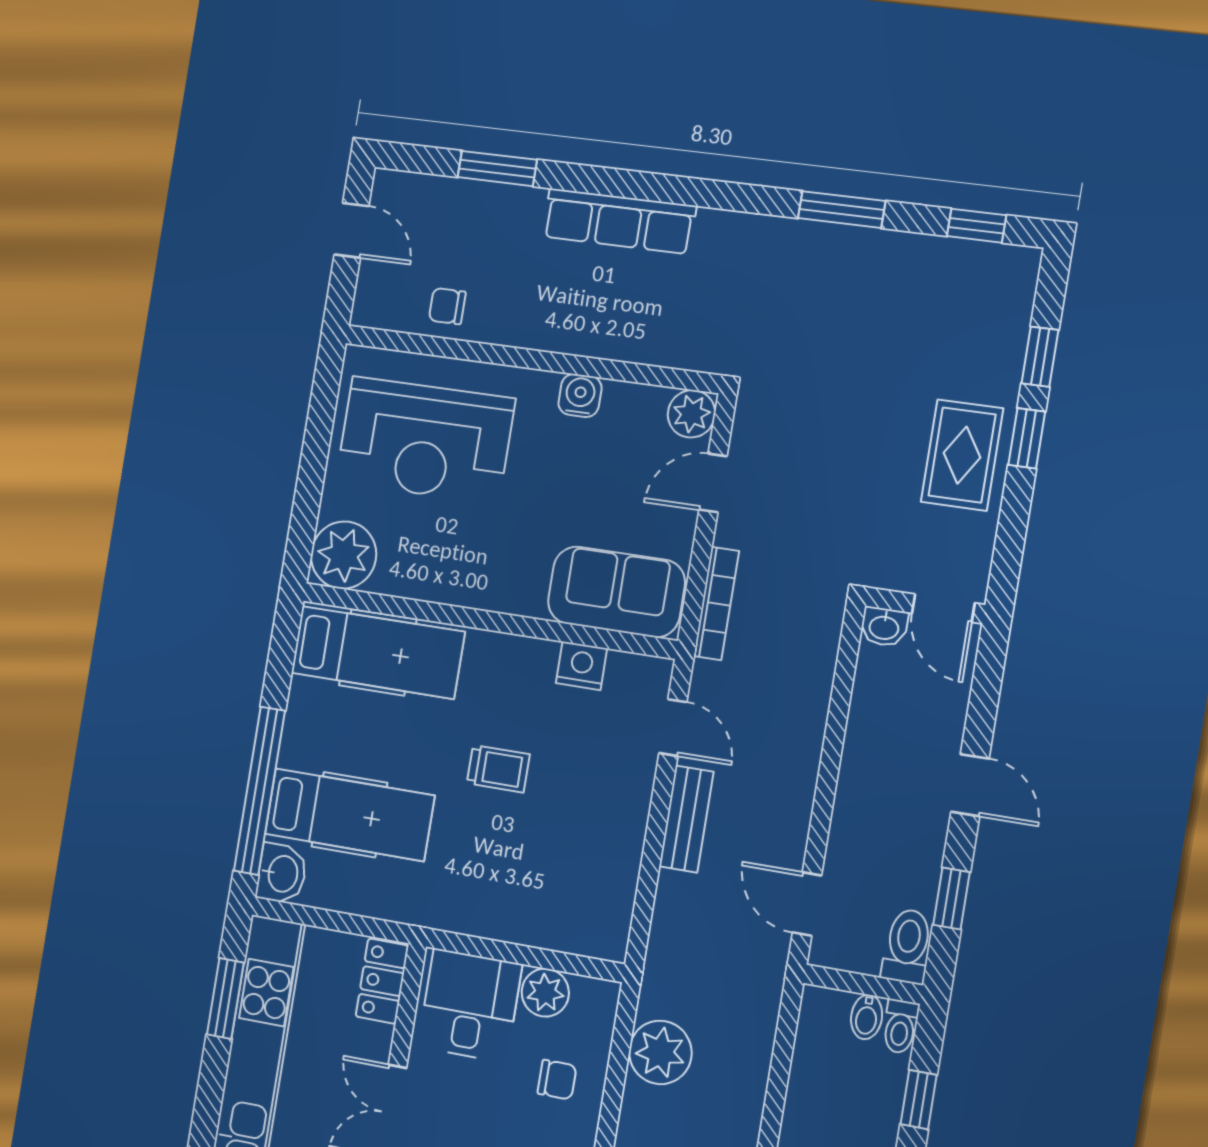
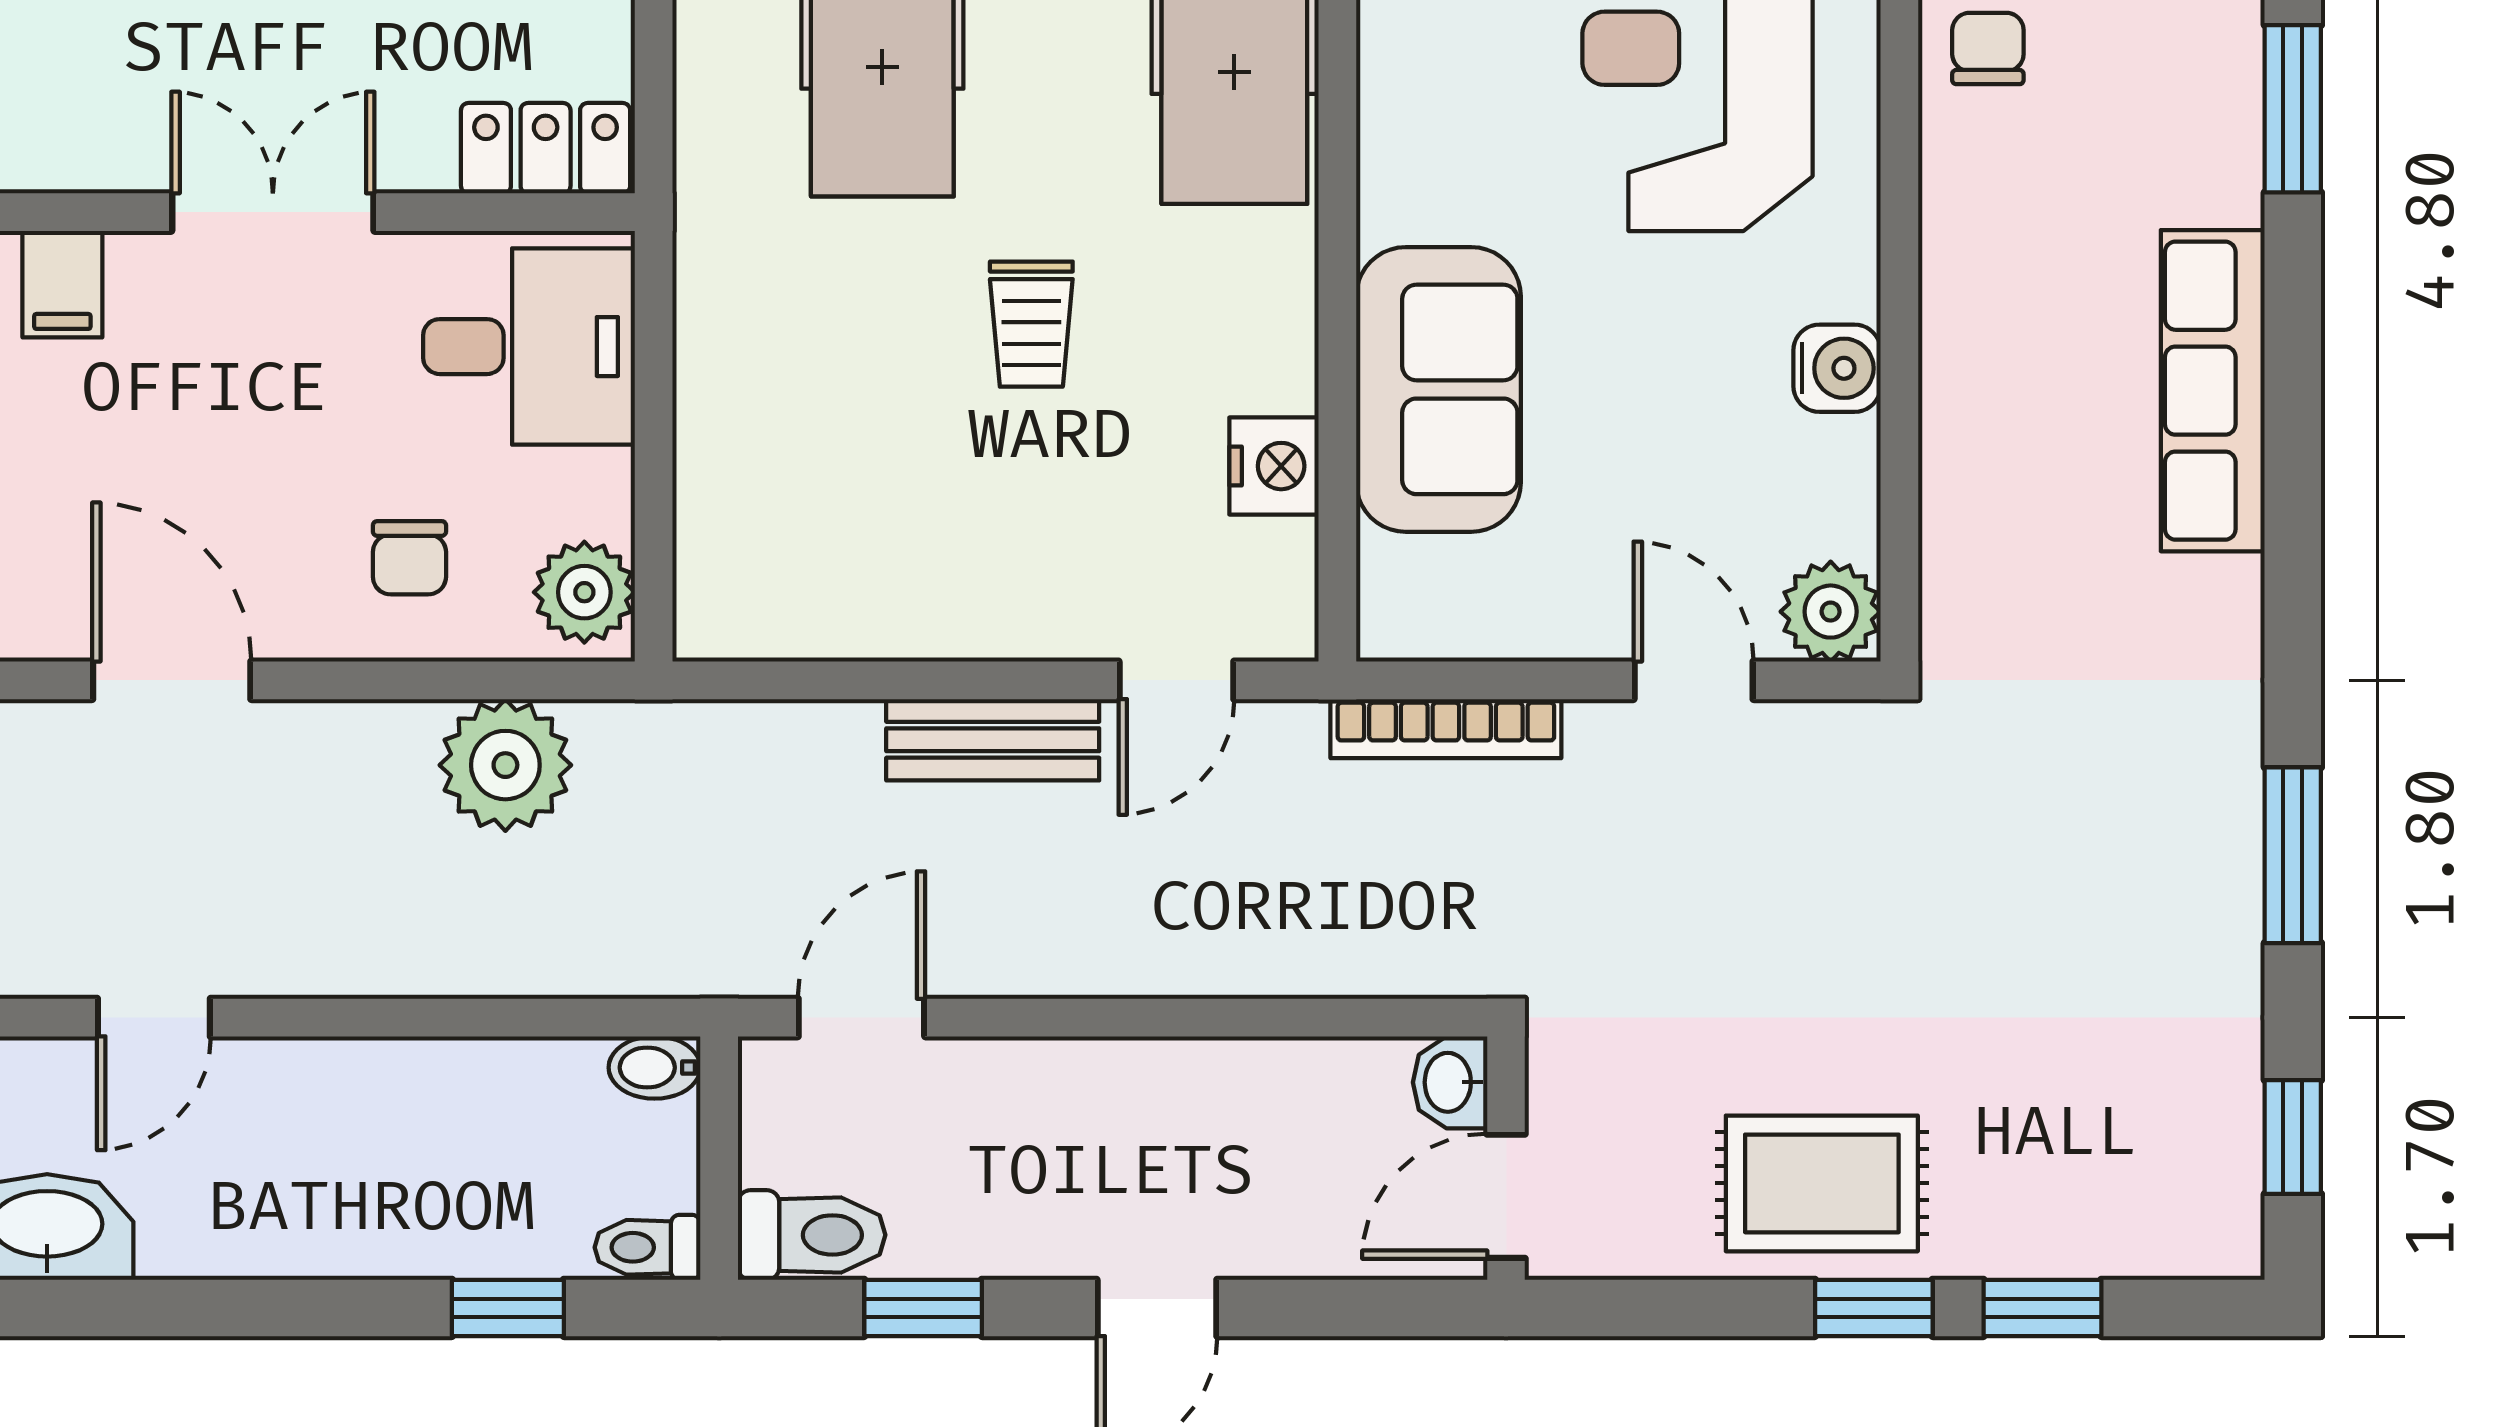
sofa: (616, 592) -> (1438, 389), moved
plant: (545, 993) -> (584, 592), moved
bidet: (867, 1017) -> (655, 1068), moved

